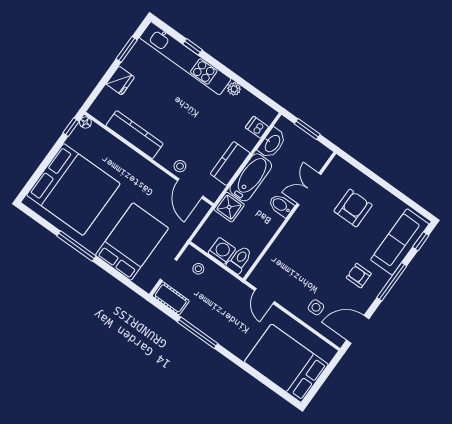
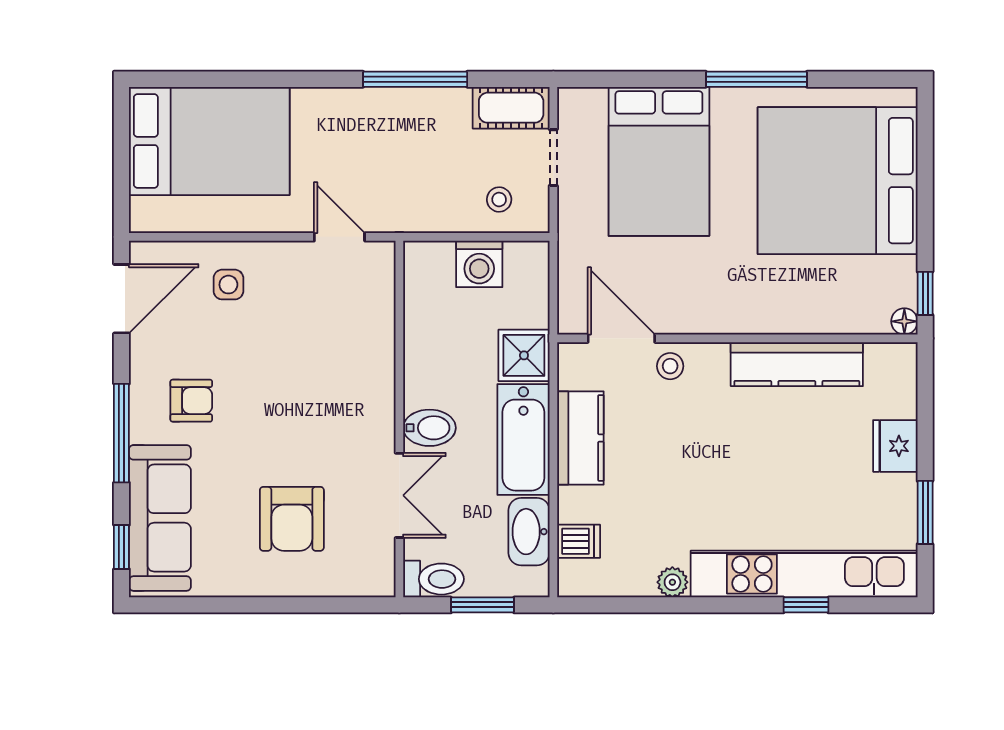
toilet: (239, 260) -> (433, 579), moved, turned -90

